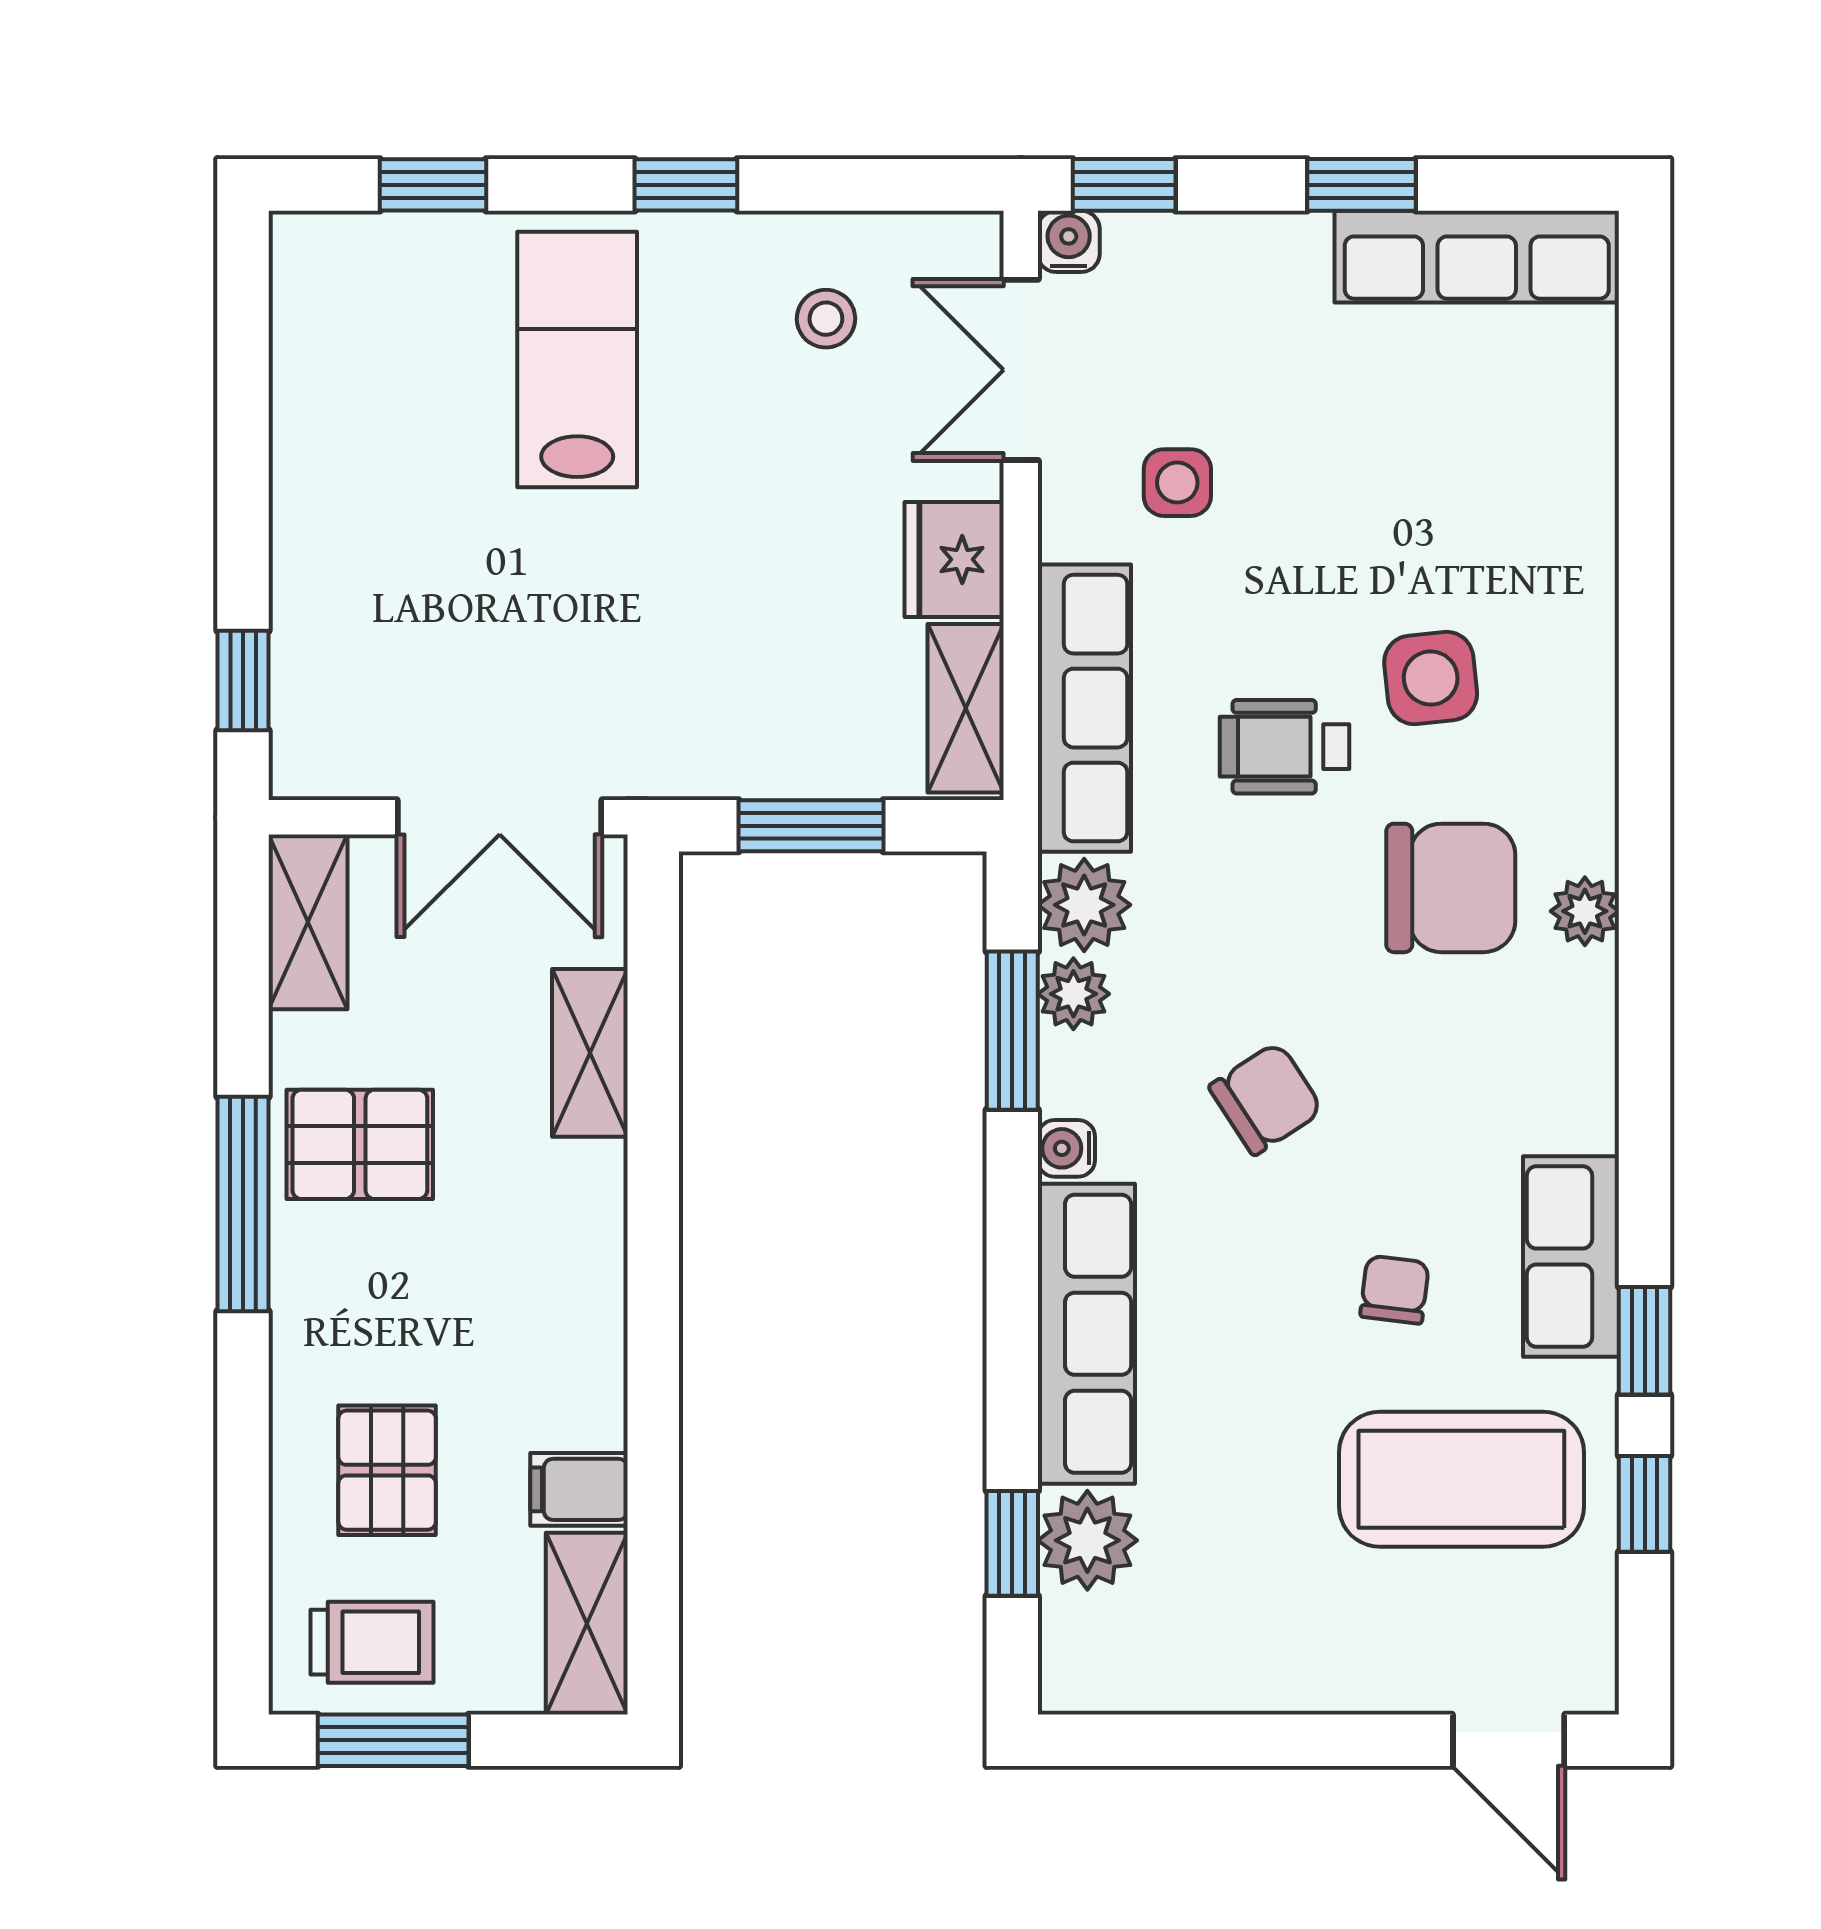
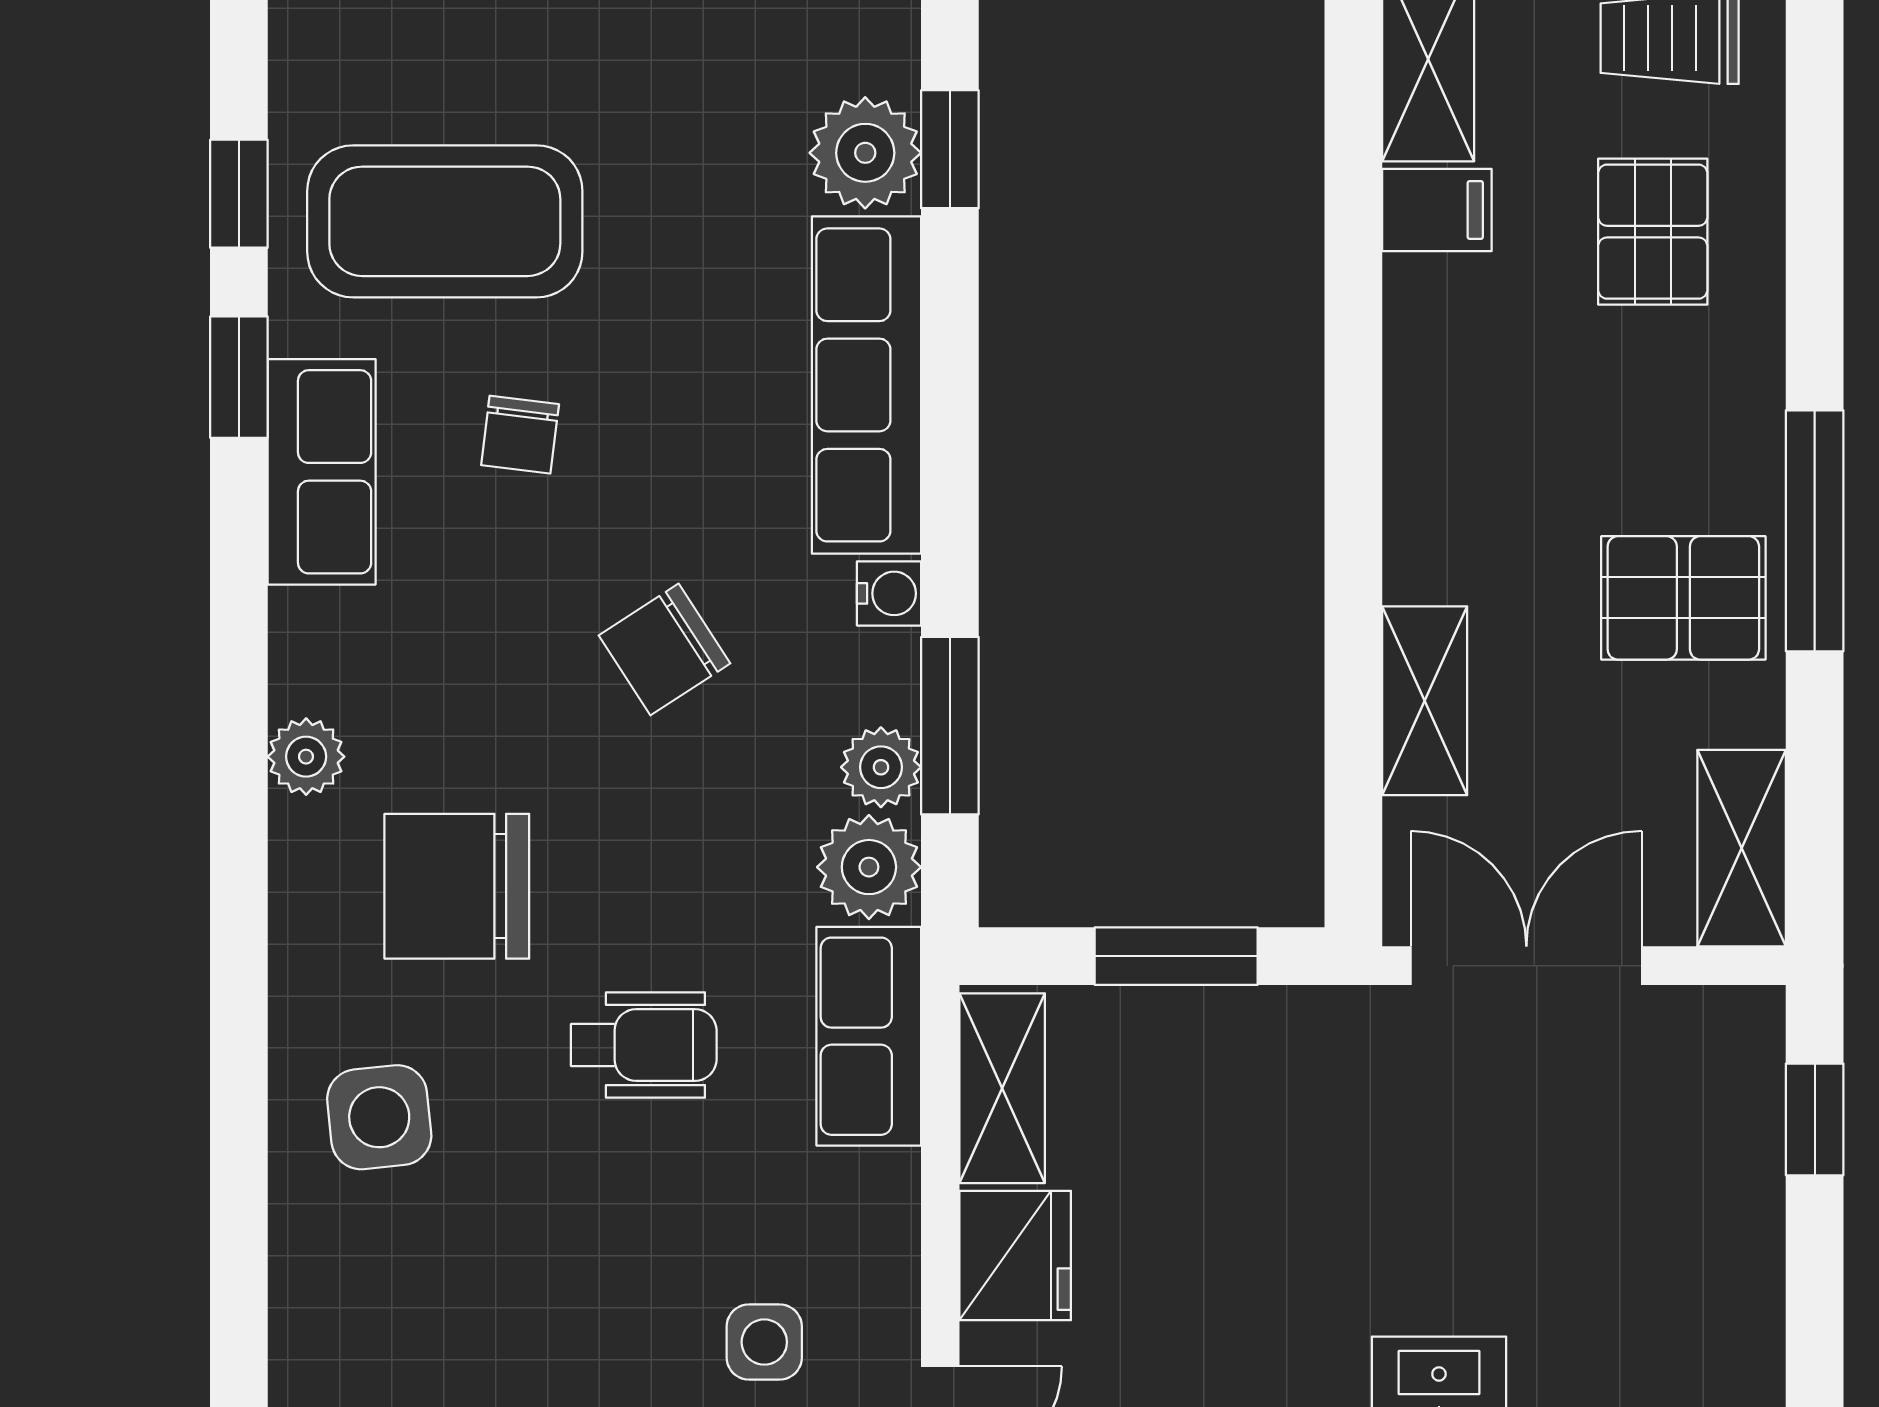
side table: (1431, 678) -> (379, 1117), moved
row of seats: (1084, 708) -> (869, 1036), width x0.68
plant: (1585, 911) -> (306, 757), moved

